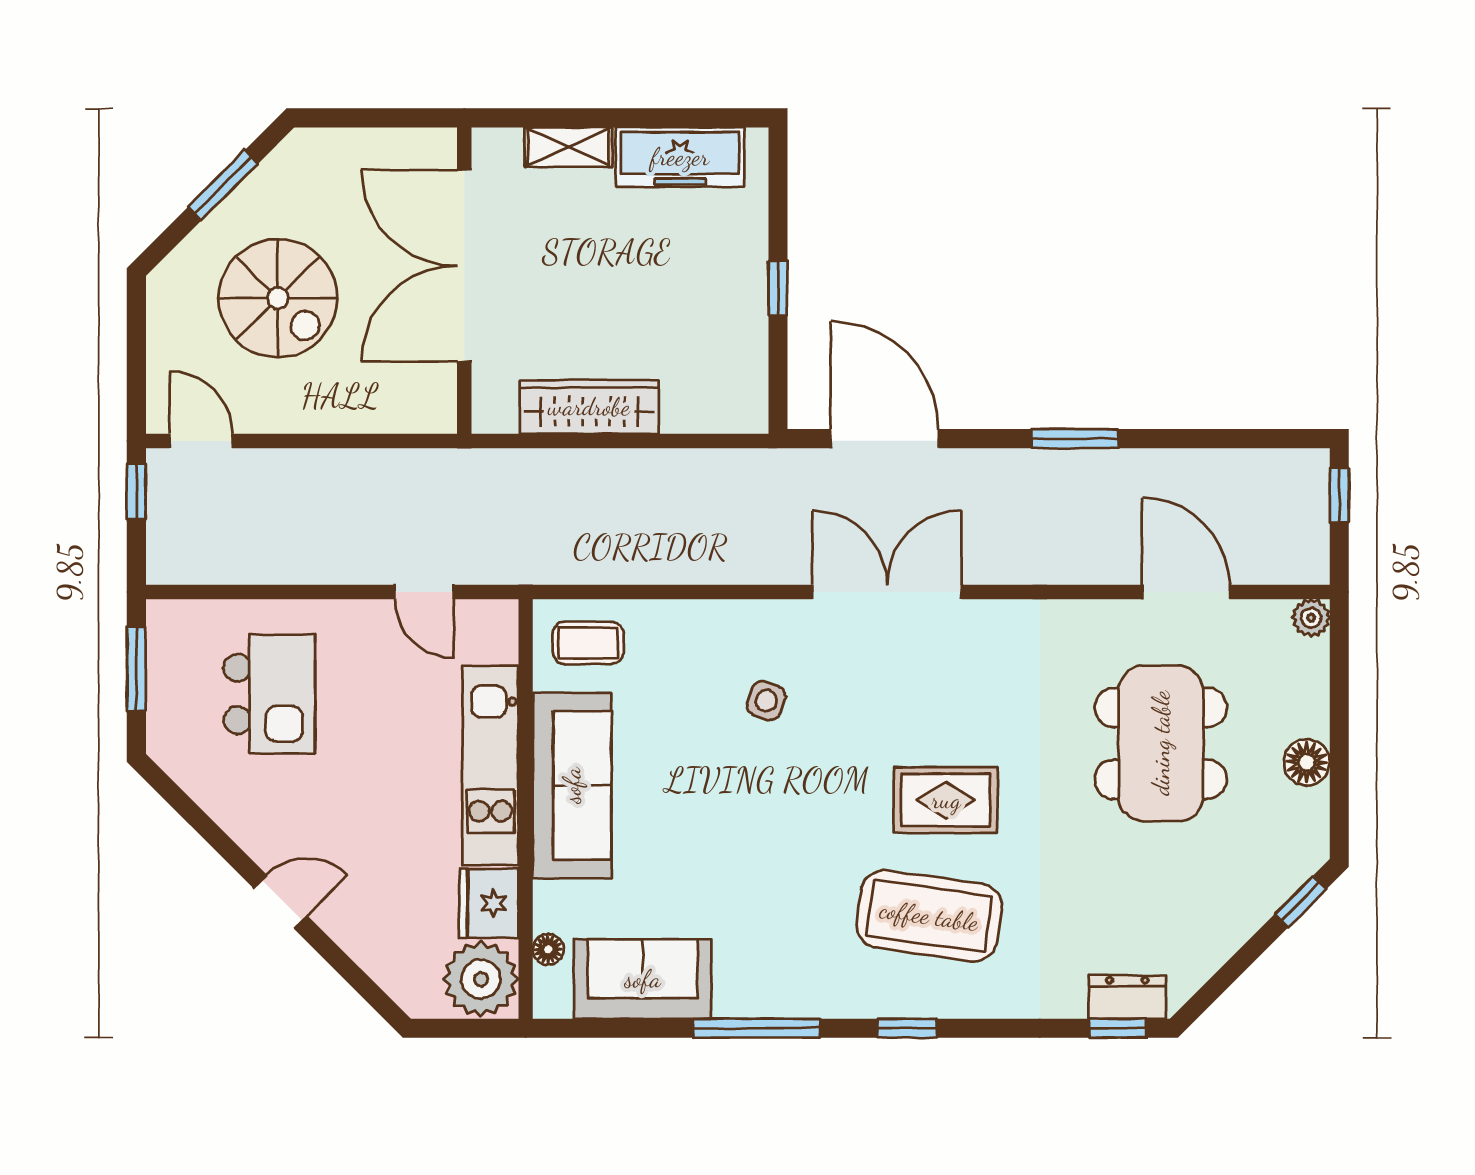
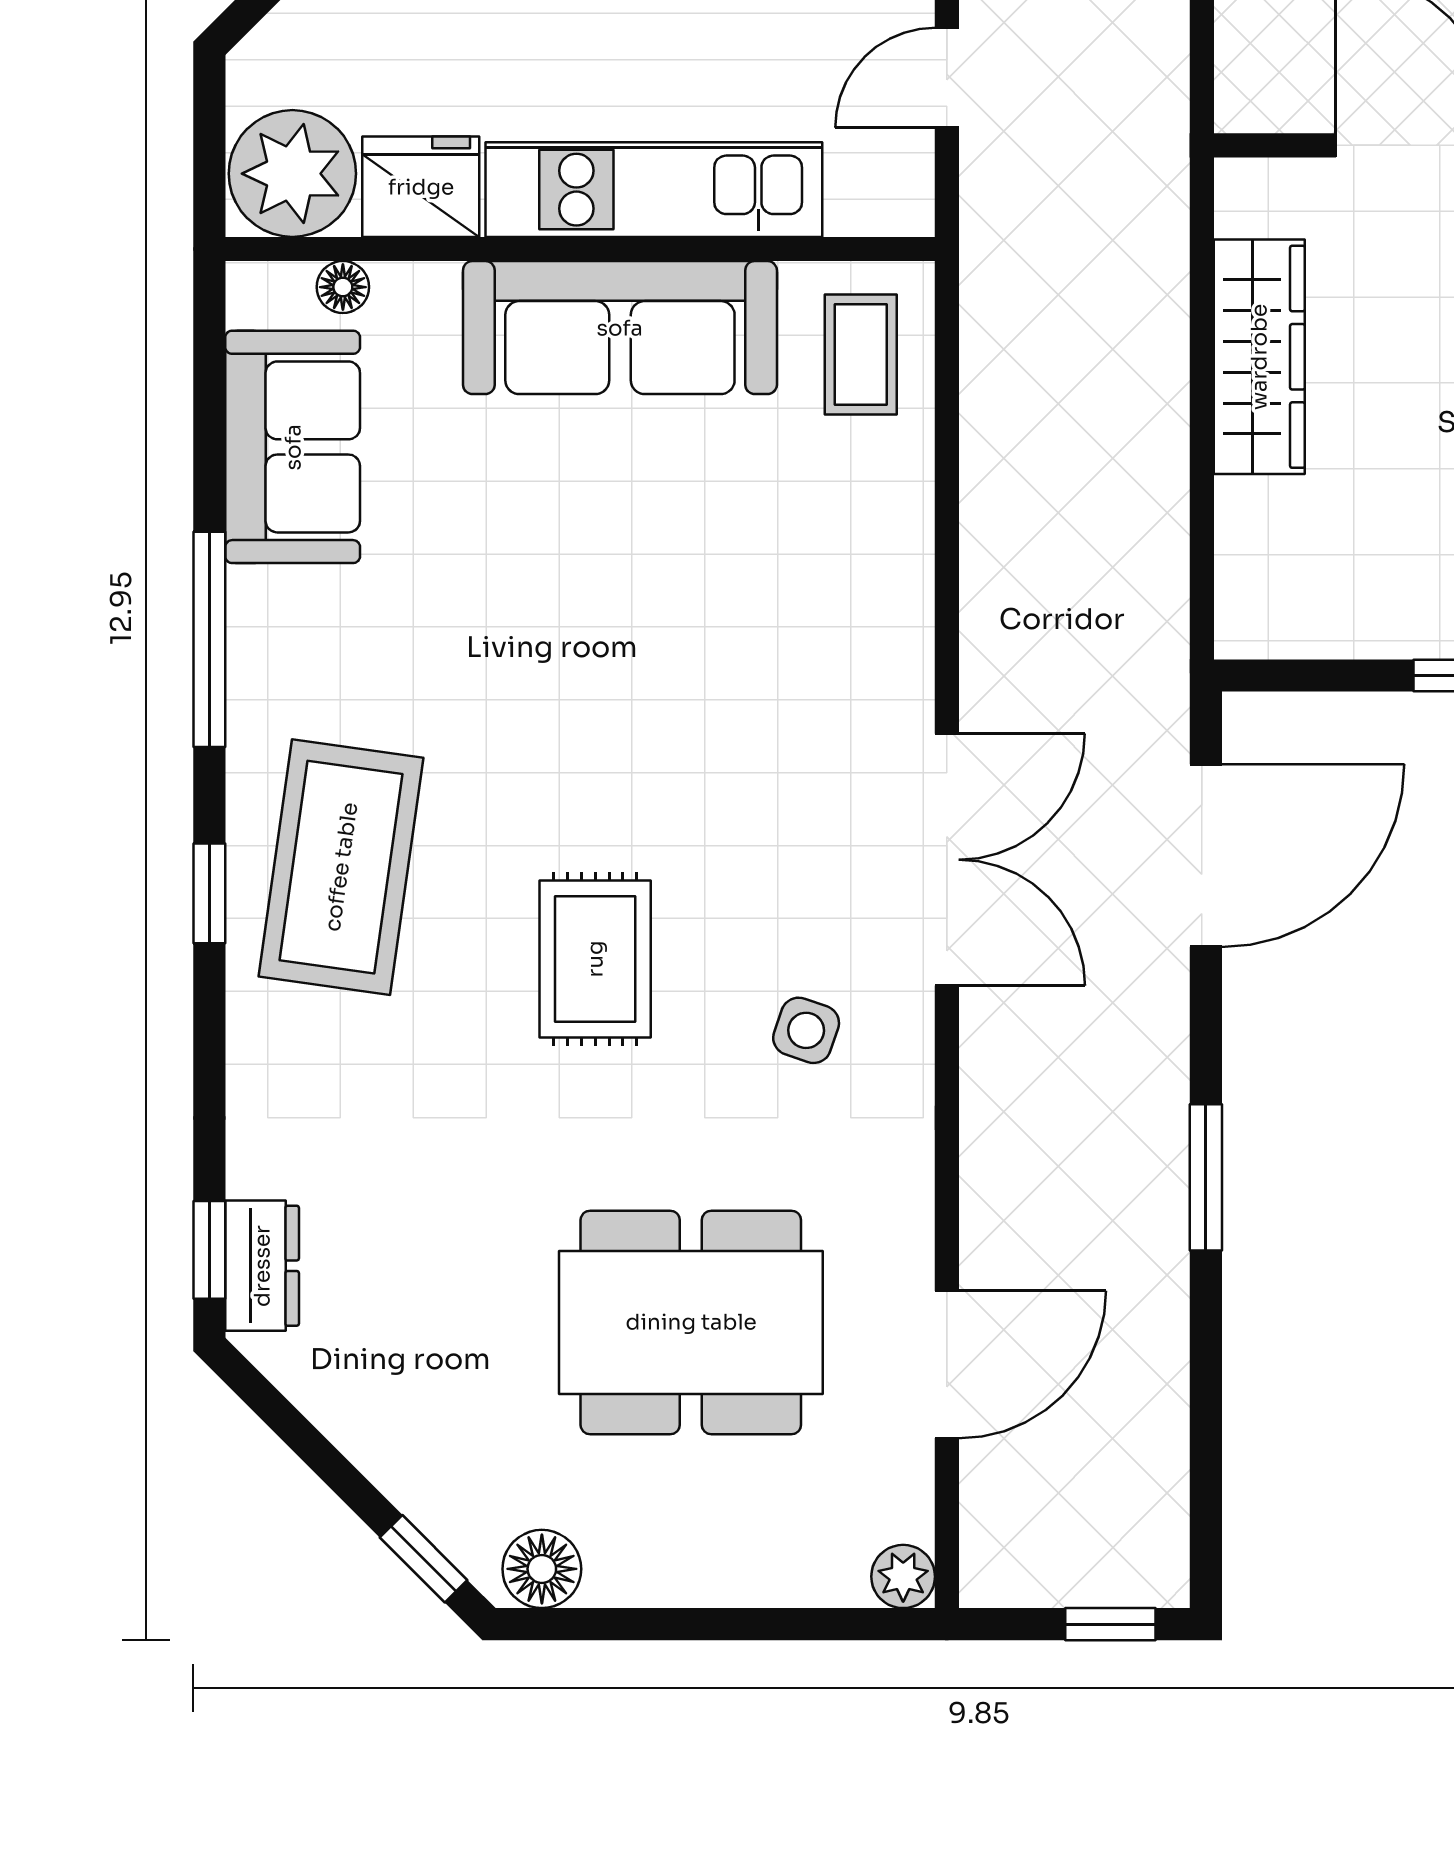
side table: (766, 701) -> (806, 1030), moved
floor lamp: (1307, 762) -> (542, 1569), moved
coffee table: (929, 916) -> (341, 867), moved

